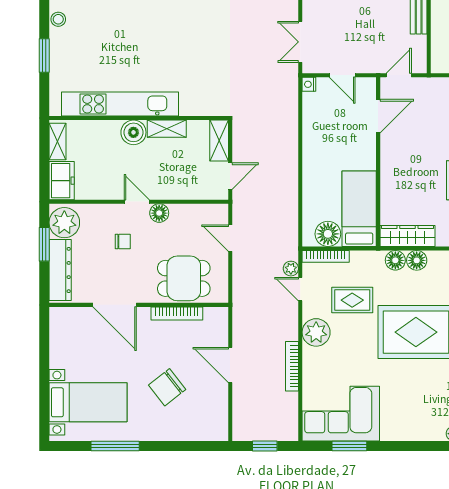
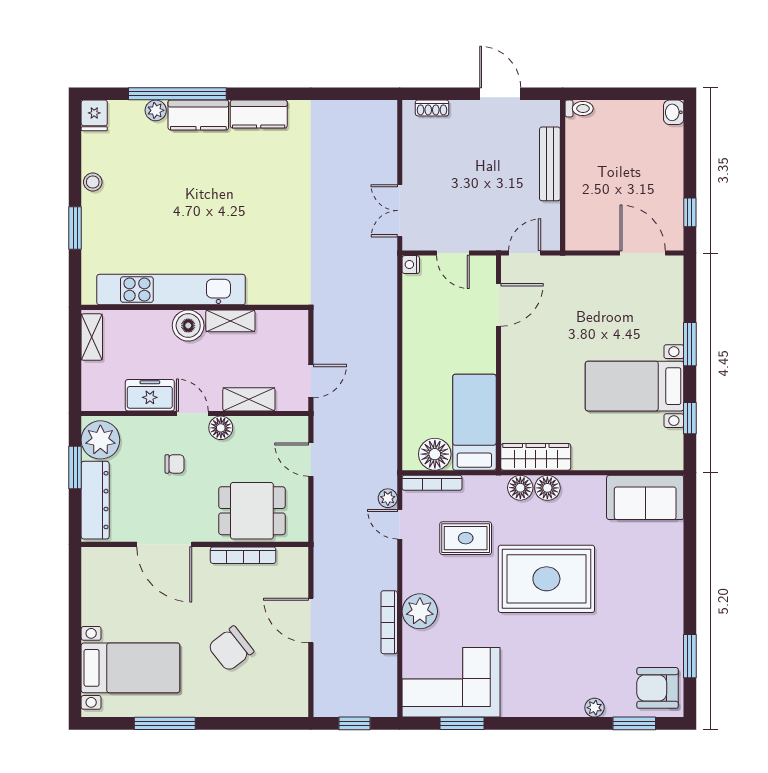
shelving: (219, 141) -> (249, 399), moved, turned 90
freezer: (62, 181) -> (150, 395), moved, turned -90
plant: (316, 332) -> (420, 611), moved

